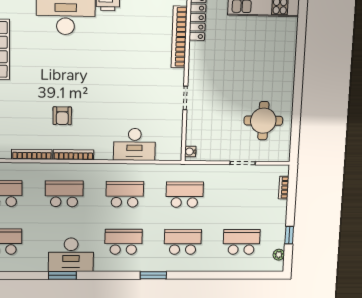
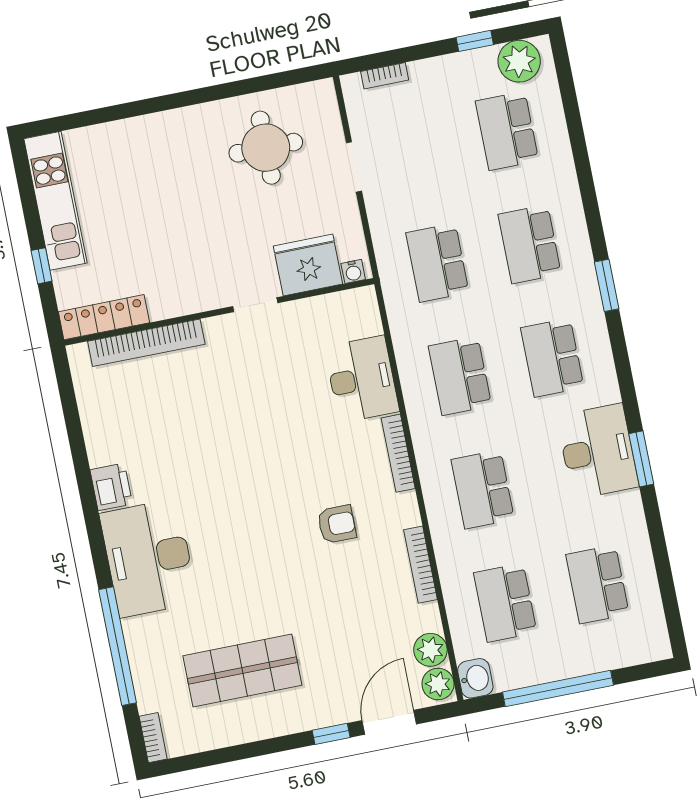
fridge: (199, 129) -> (308, 265), added
bookcase: (73, 155) -> (398, 453), moved
plant: (279, 255) -> (519, 61), width x1.88, depth x1.88

